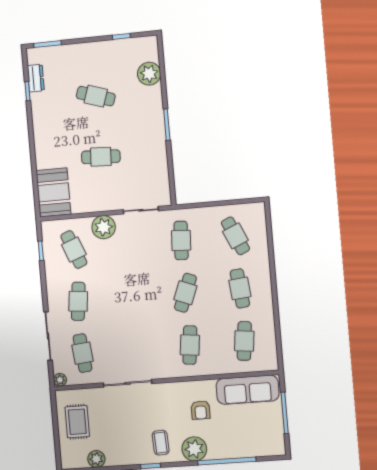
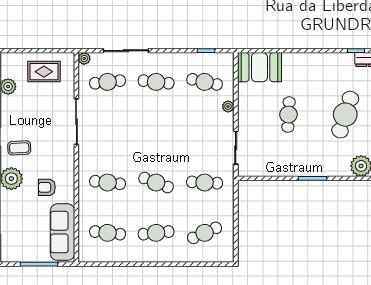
cafe table: (96, 96) -> (345, 115), width x1.37, depth x1.35
plant: (104, 227) -> (228, 106), width x0.53, depth x0.53
cafe table: (74, 250) -> (205, 82), turned 33

